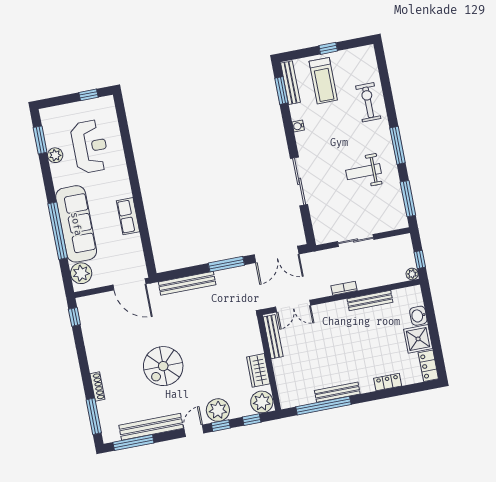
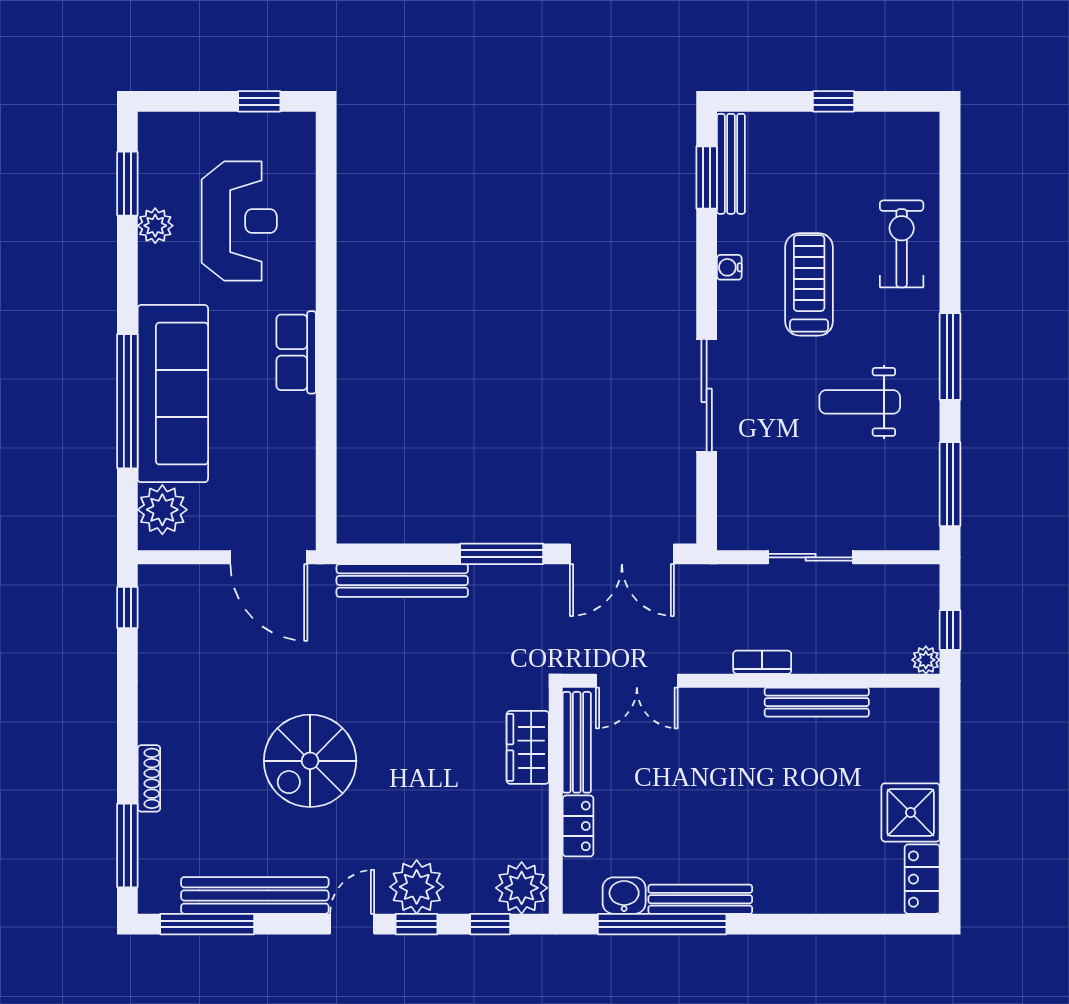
treadmill: (323, 81) -> (809, 284), moved, turned 180
row of seats: (128, 216) -> (296, 352), moved
washbasin: (418, 316) -> (624, 896), moved, turned 90
wardrobe: (258, 370) -> (528, 747), moved
locker: (388, 382) -> (578, 826), moved, turned 90

